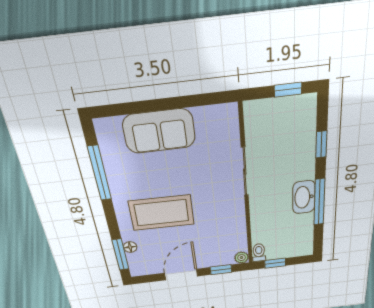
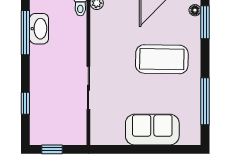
washbasin: (304, 197) -> (39, 29), moved
window: (319, 202) -> (25, 33), moved
floor lamp: (130, 247) -> (195, 10), moved

